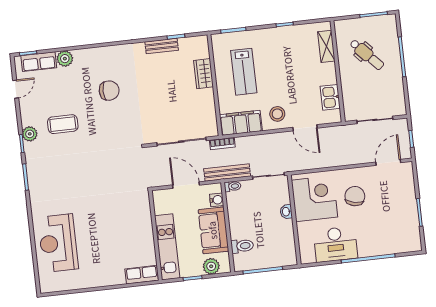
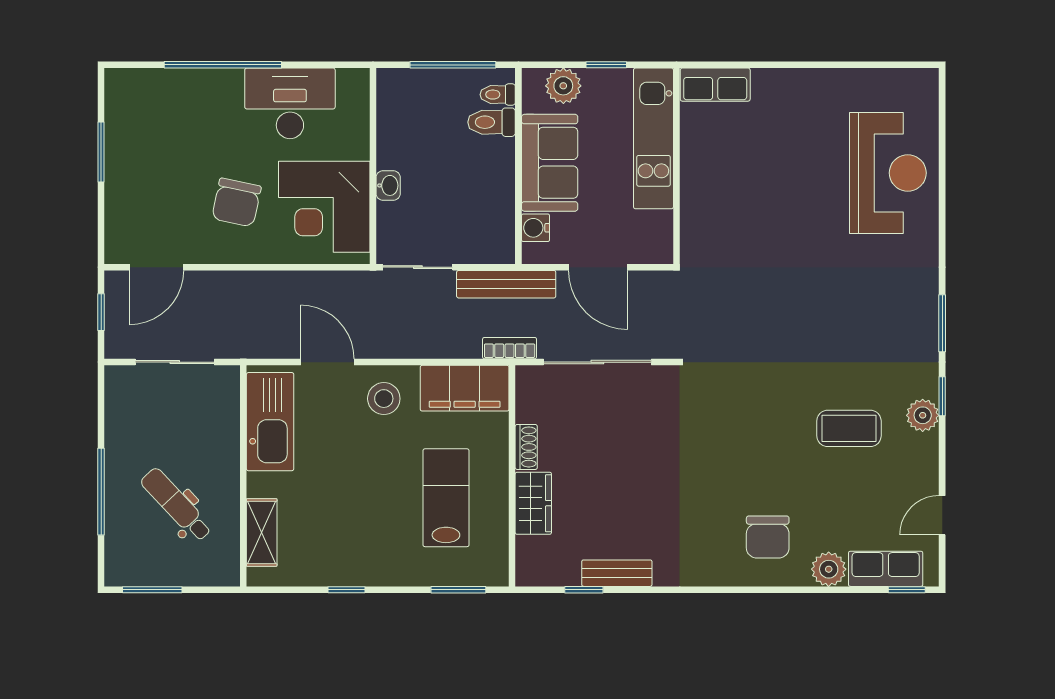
chair: (109, 91) -> (768, 537), moved, turned -90
kitchen sink: (330, 97) -> (270, 422), width x1.87, depth x1.24
shoe rack: (210, 99) -> (526, 447), added
toilet: (233, 186) -> (498, 95), moved

